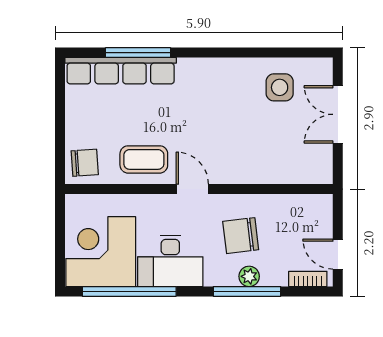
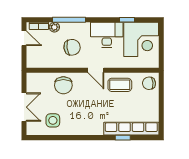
window: (138, 53) -> (123, 138), width x0.46
chair: (258, 159) -> (63, 85), added
plant: (249, 276) -> (54, 27), moved
window: (129, 291) -> (127, 20), width x0.32

